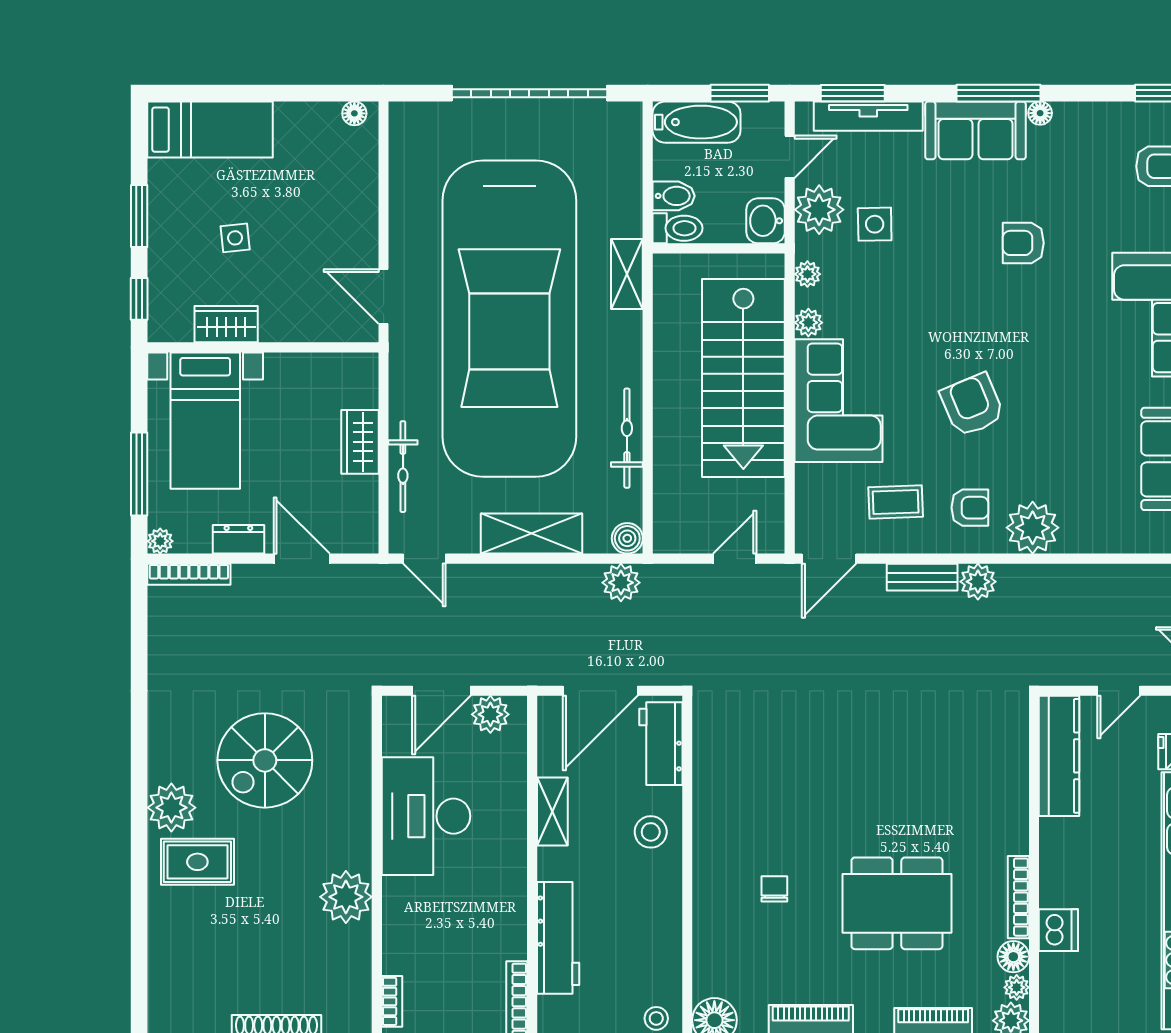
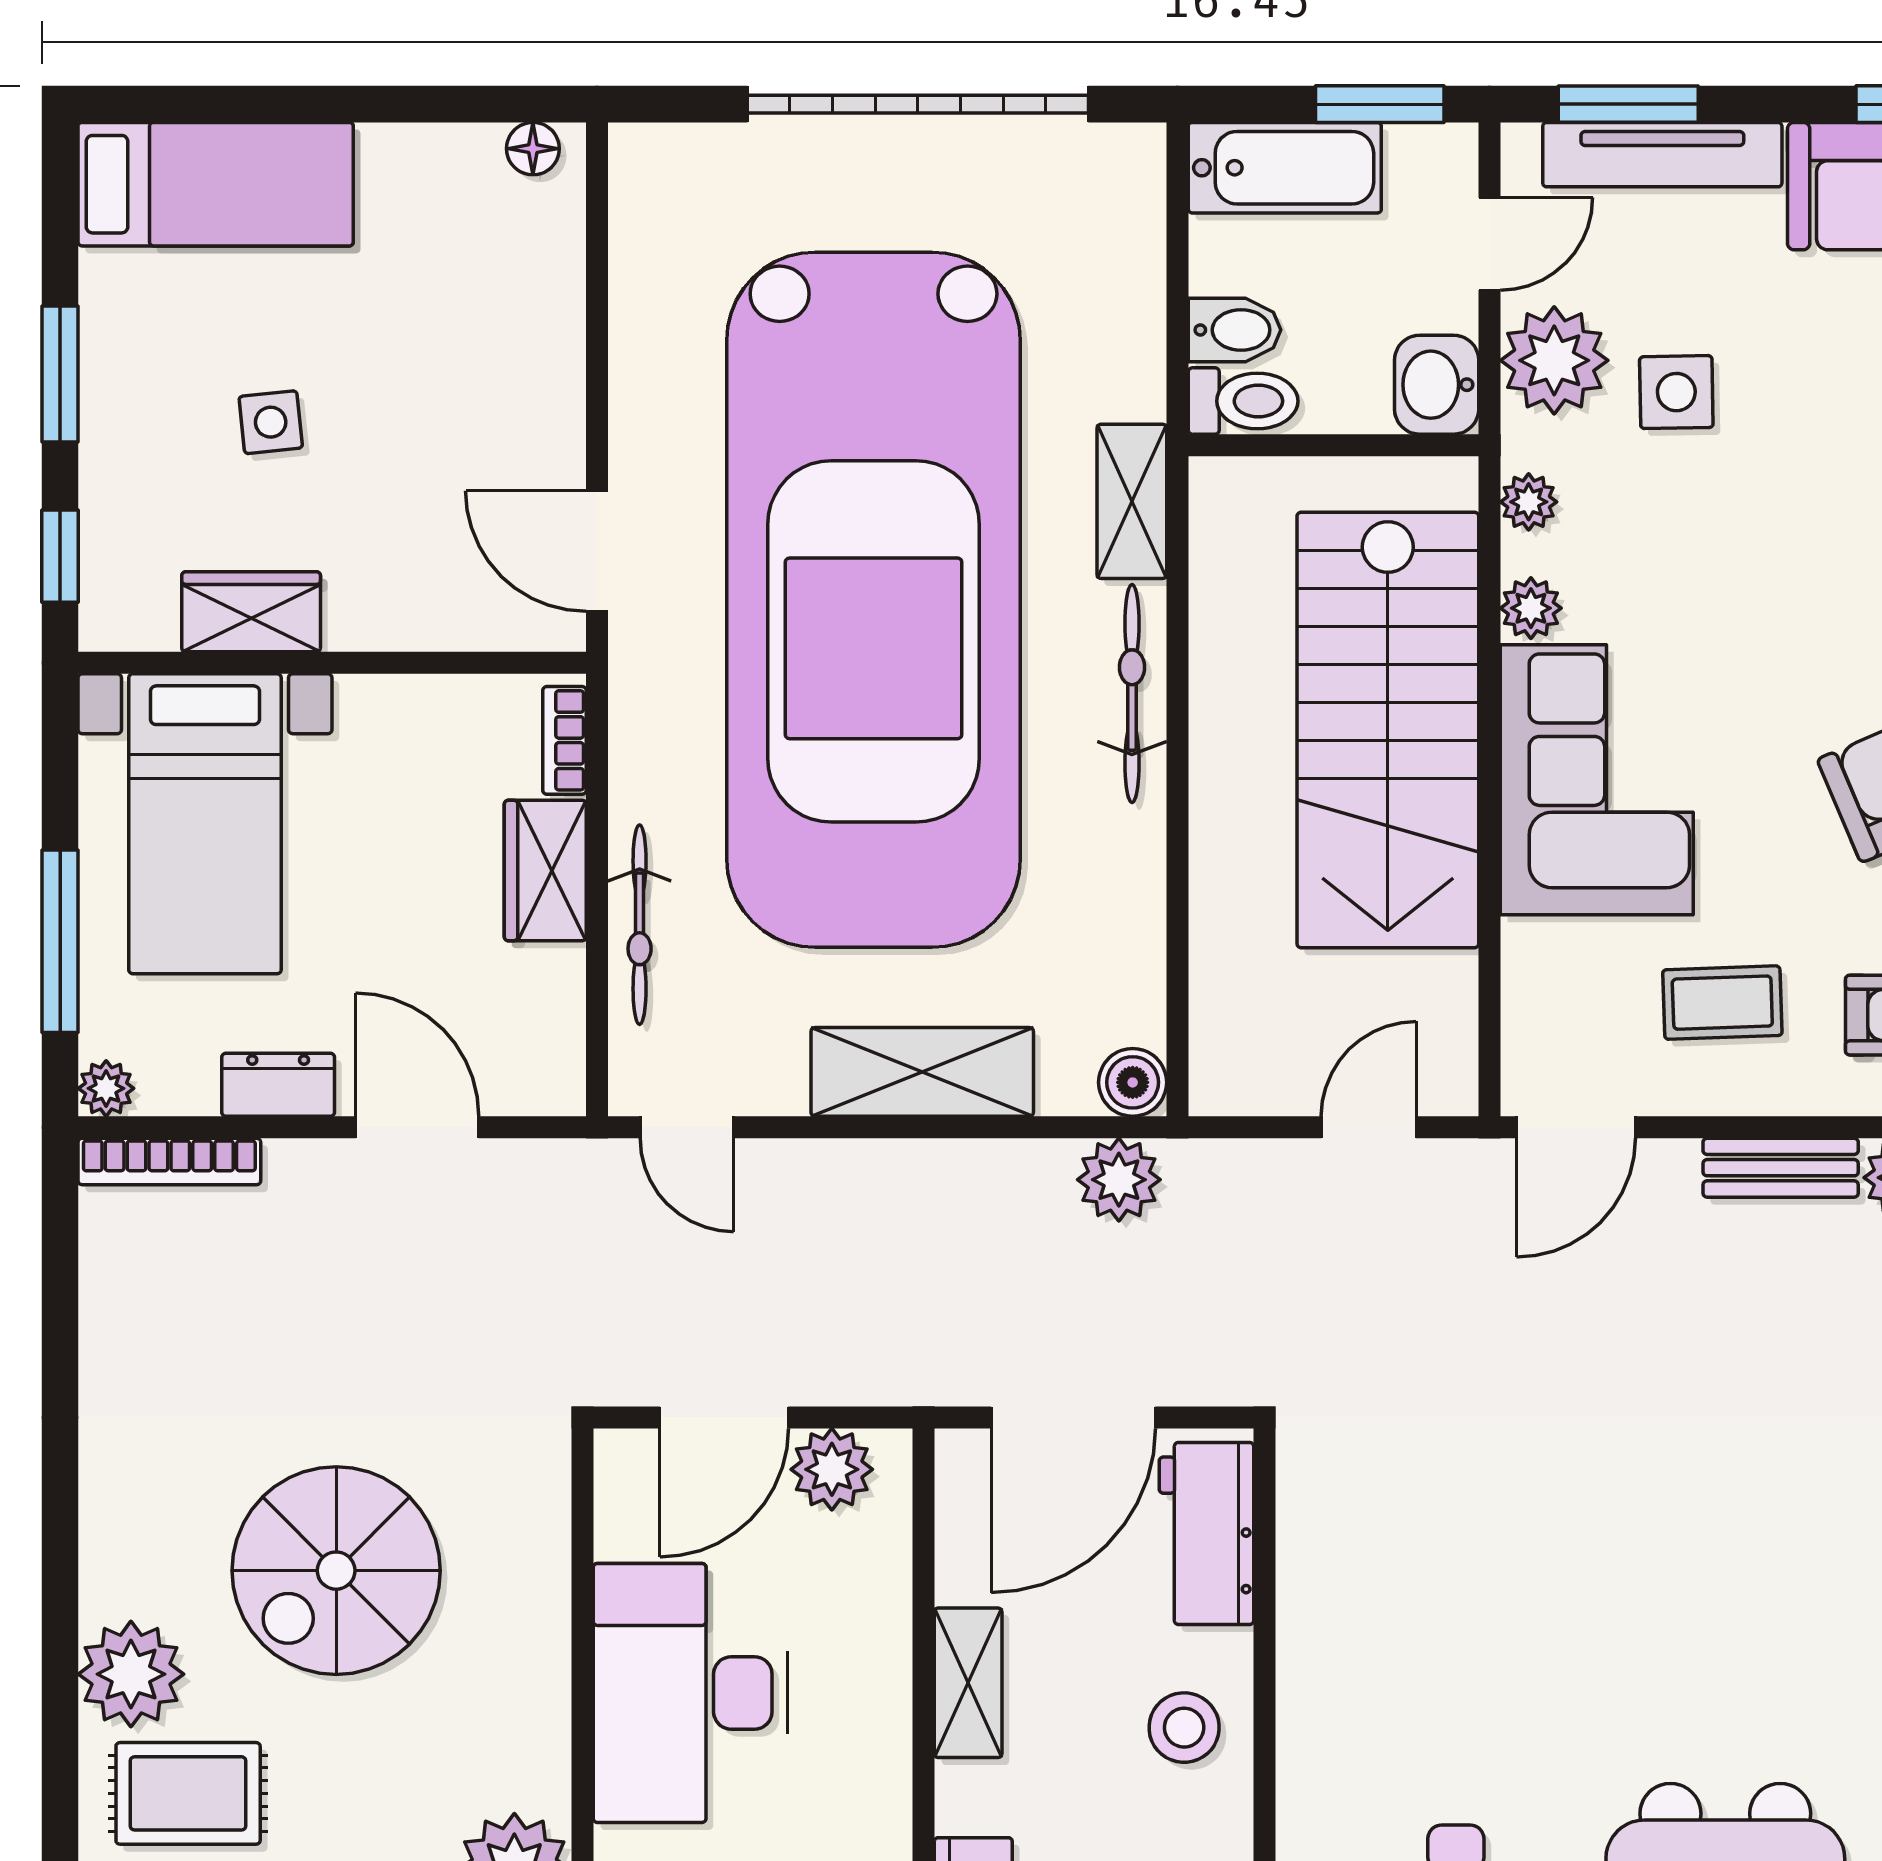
bookcase: (369, 383) -> (564, 740), added
bicycle: (627, 438) -> (1132, 694), moved

